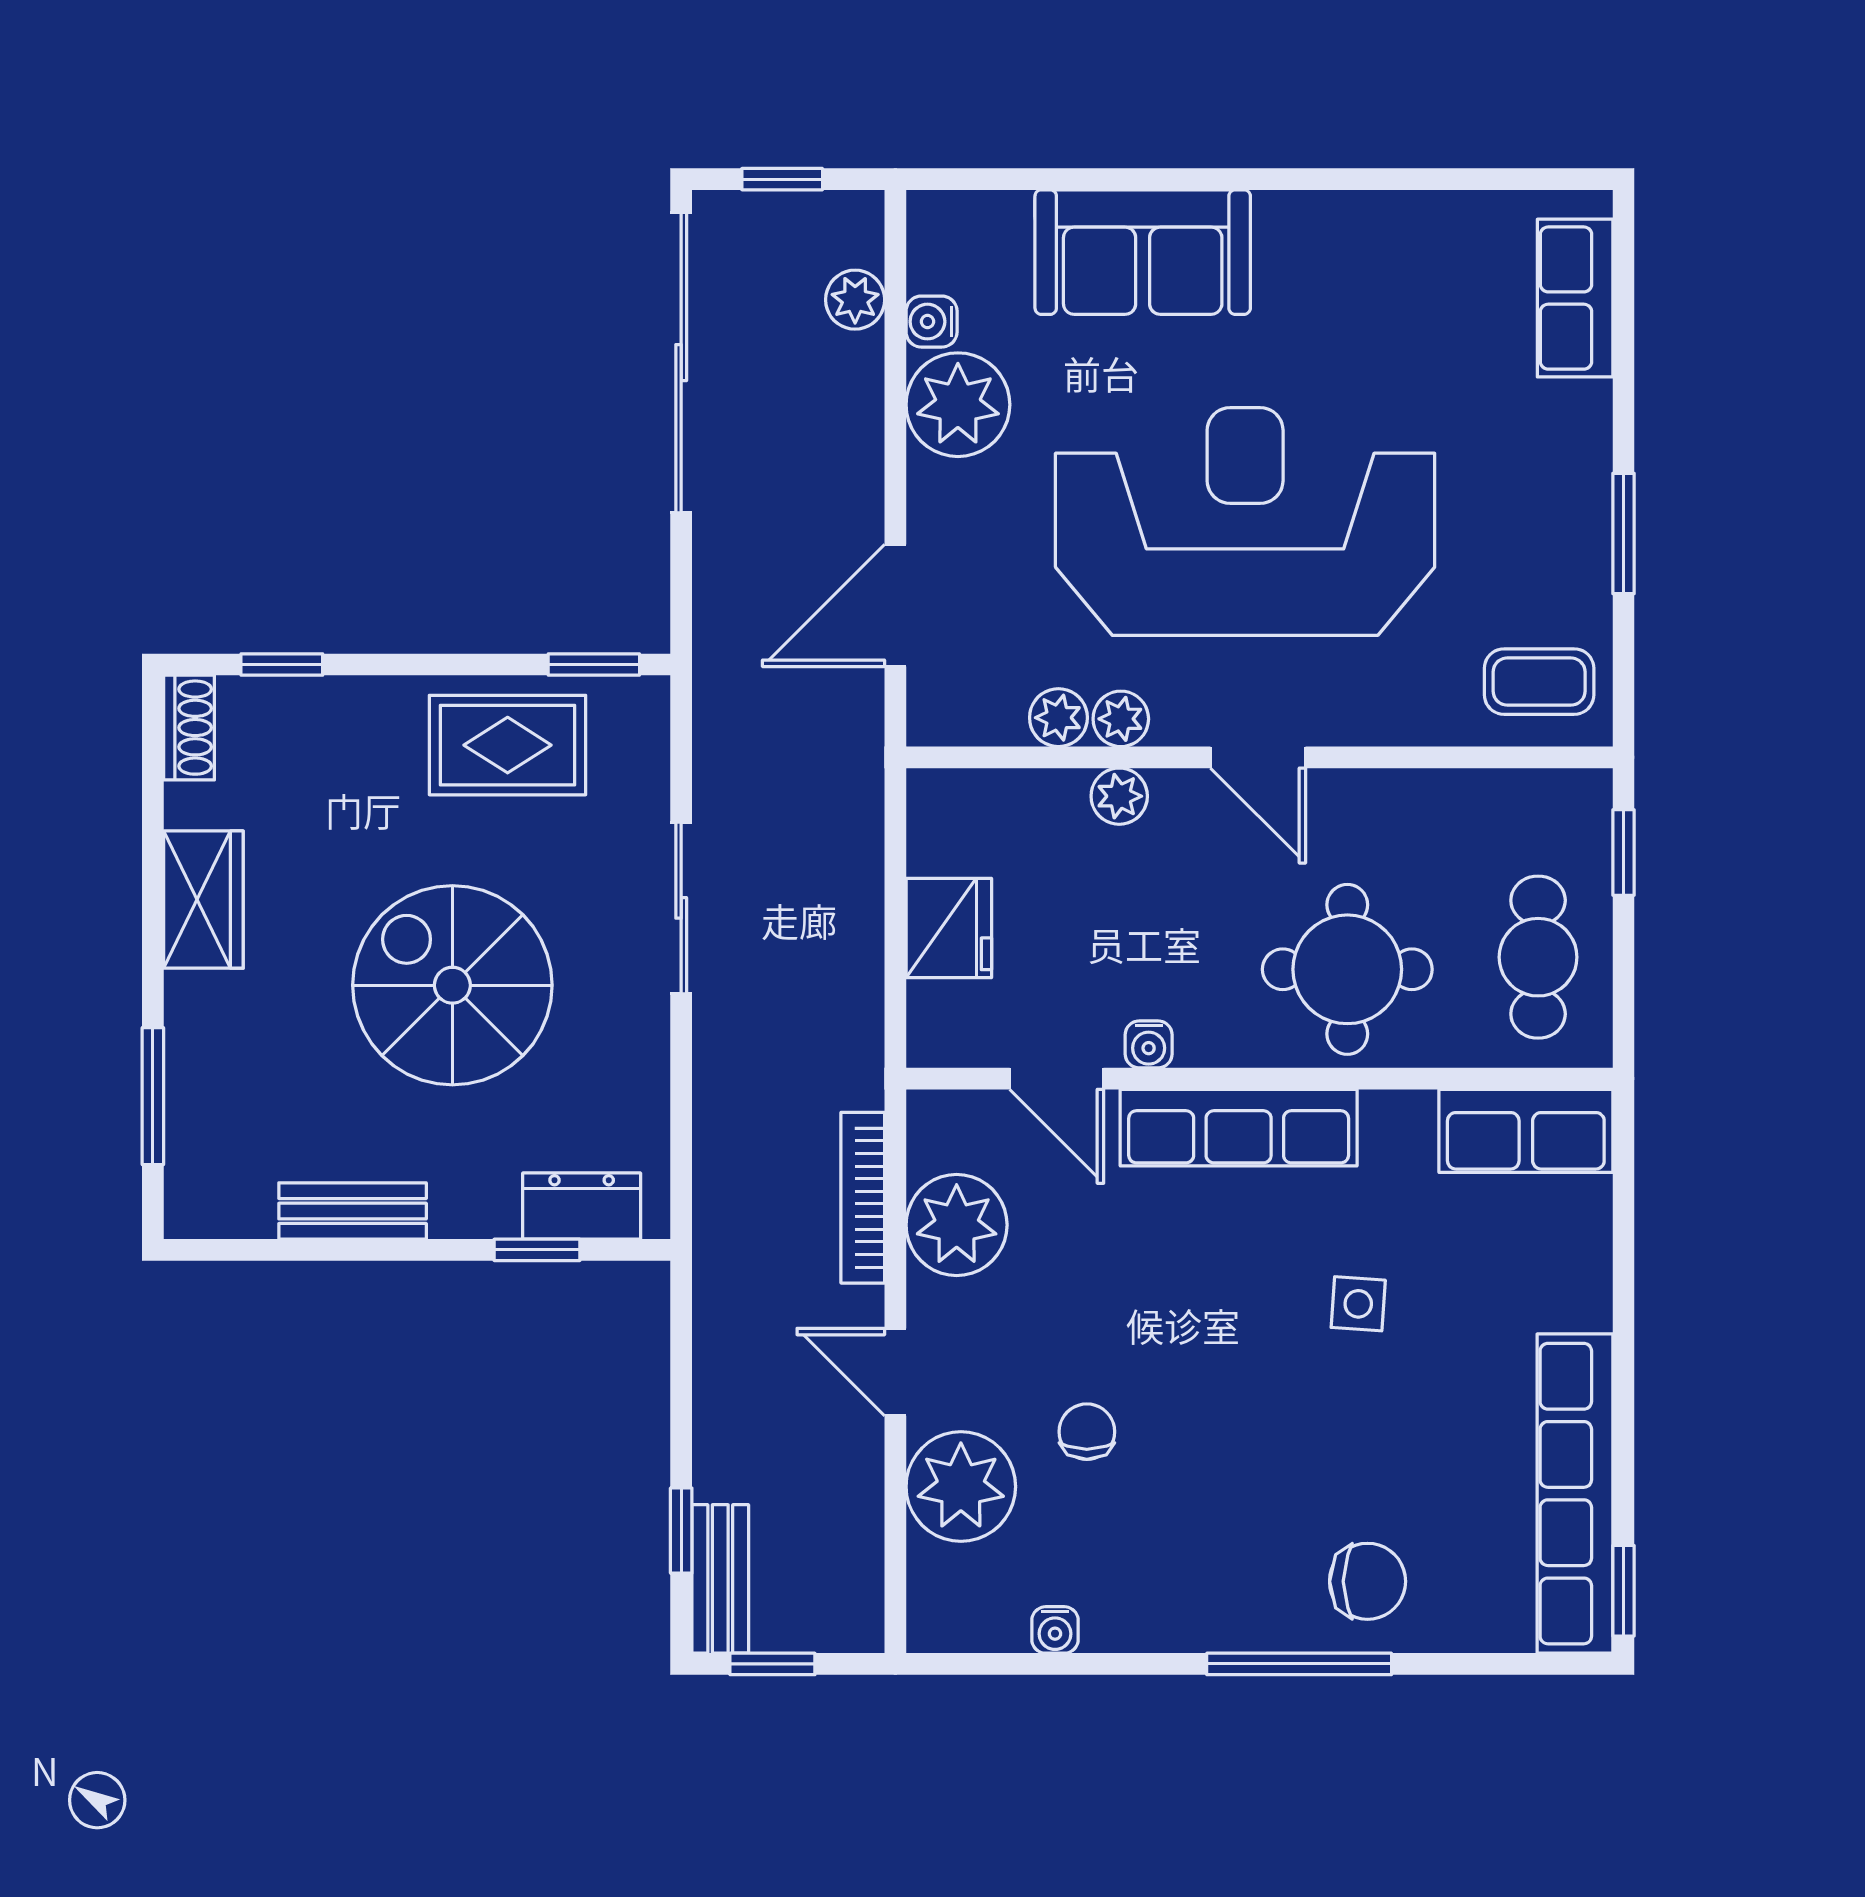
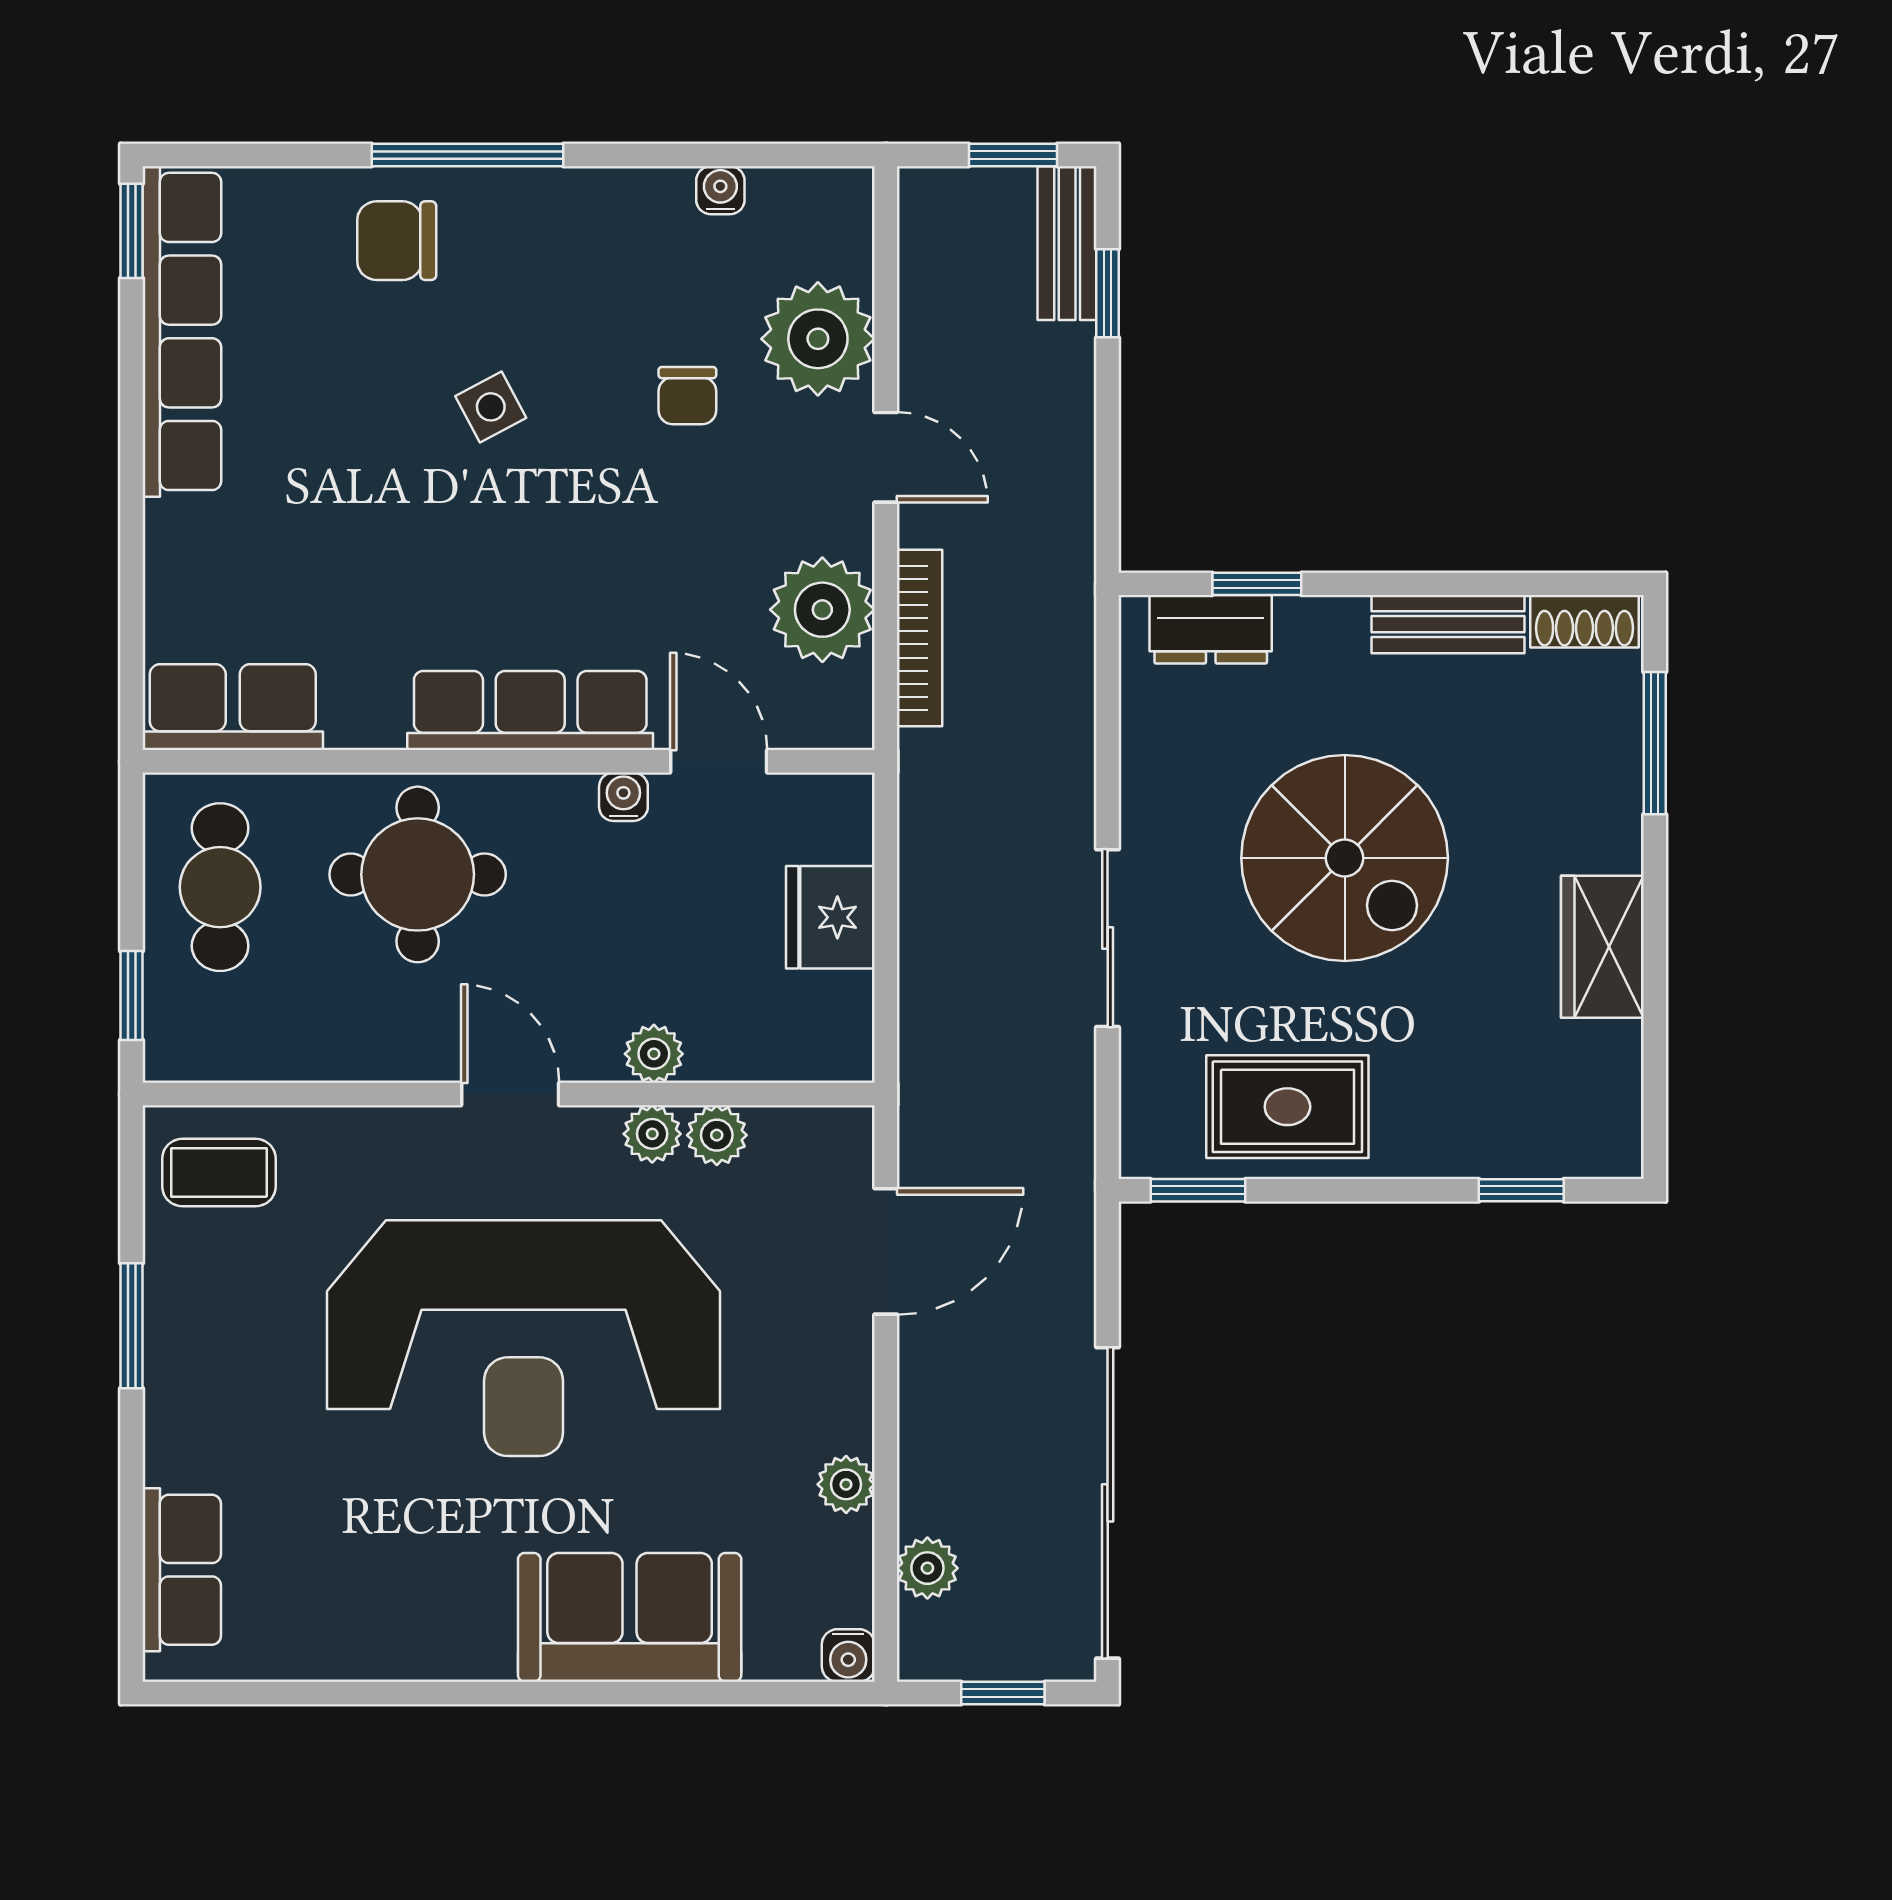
water cooler: (932, 322) -> (848, 1655), moved, turned 90
plant: (958, 405) -> (846, 1484), width x0.53, depth x0.53
shoe rack: (189, 728) -> (1584, 621), moved, turned -90
side table: (1358, 1304) -> (491, 407), moved, turned -32

